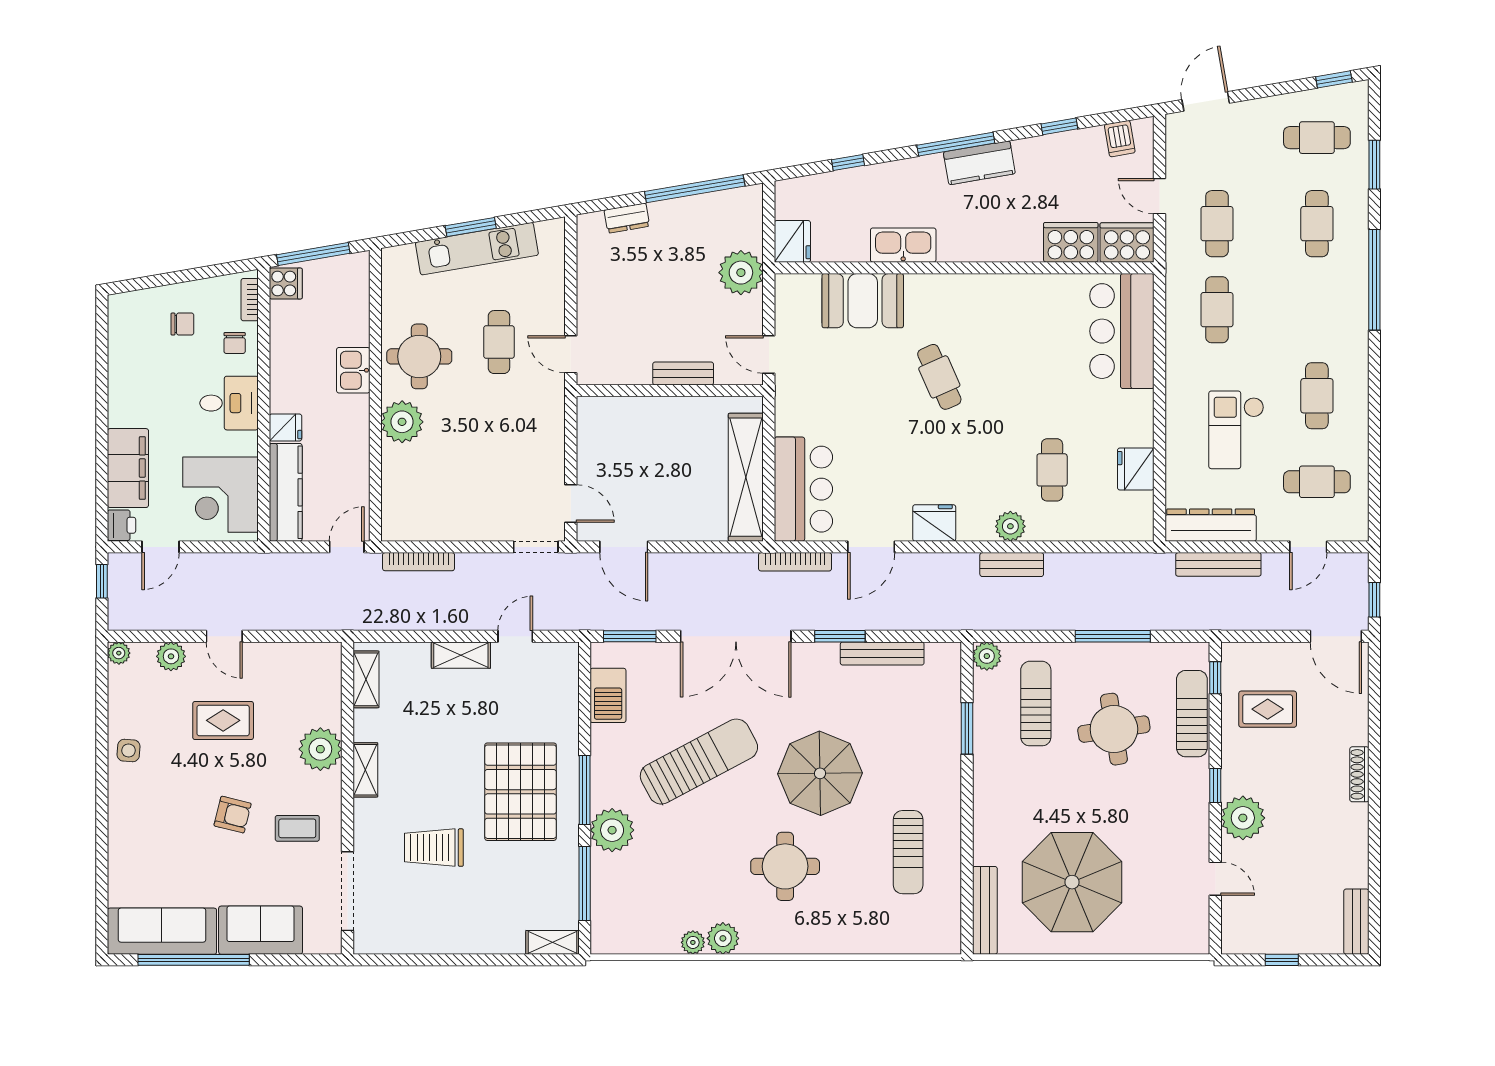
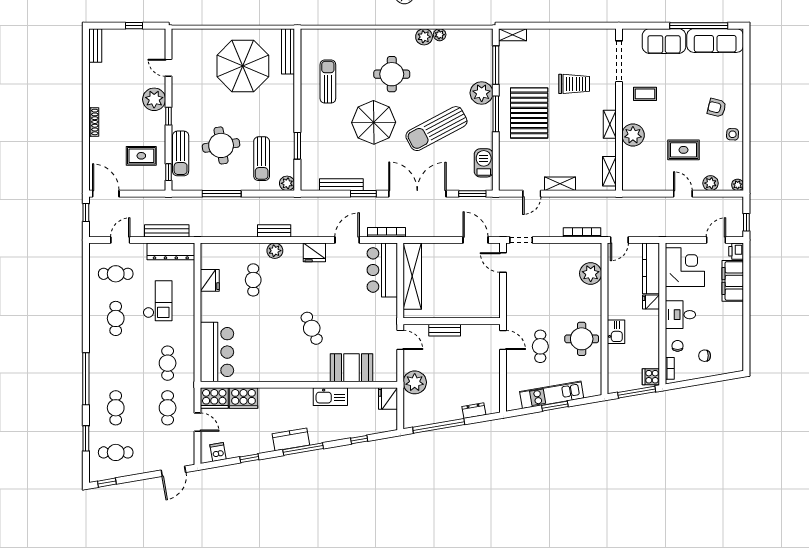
plant: (402, 422) -> (591, 273), moved
armchair: (233, 815) -> (717, 108), moved

